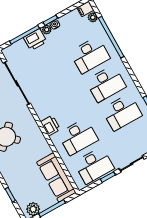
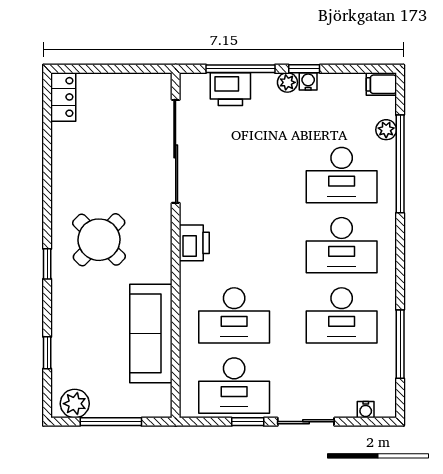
plant: (93, 17) -> (386, 130), moved
printer: (35, 40) -> (230, 89), moved
printer: (50, 126) -> (194, 243), moved
sofa: (56, 177) -> (151, 333), moved

